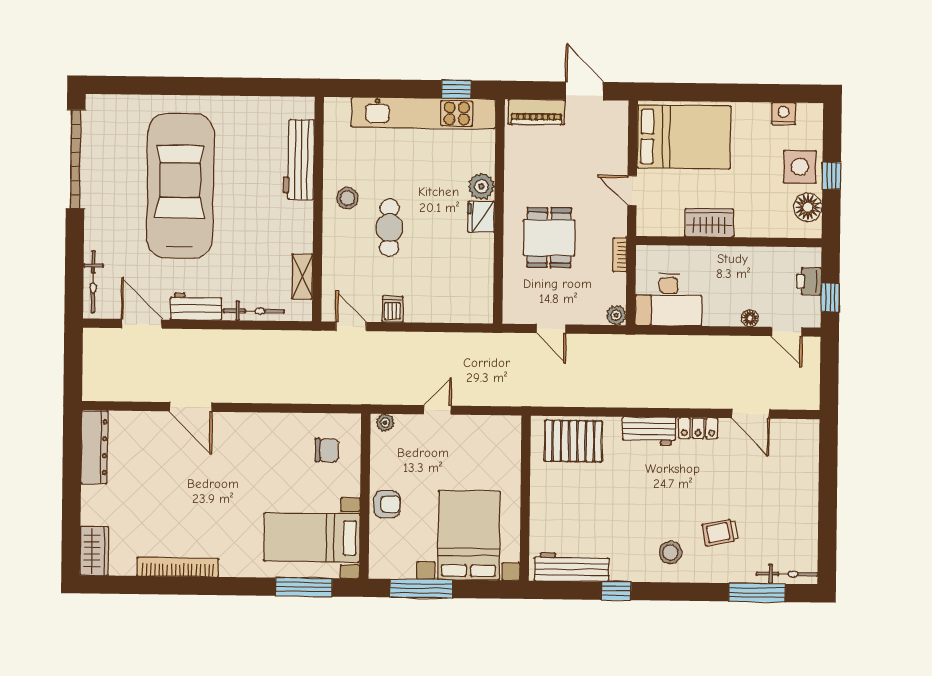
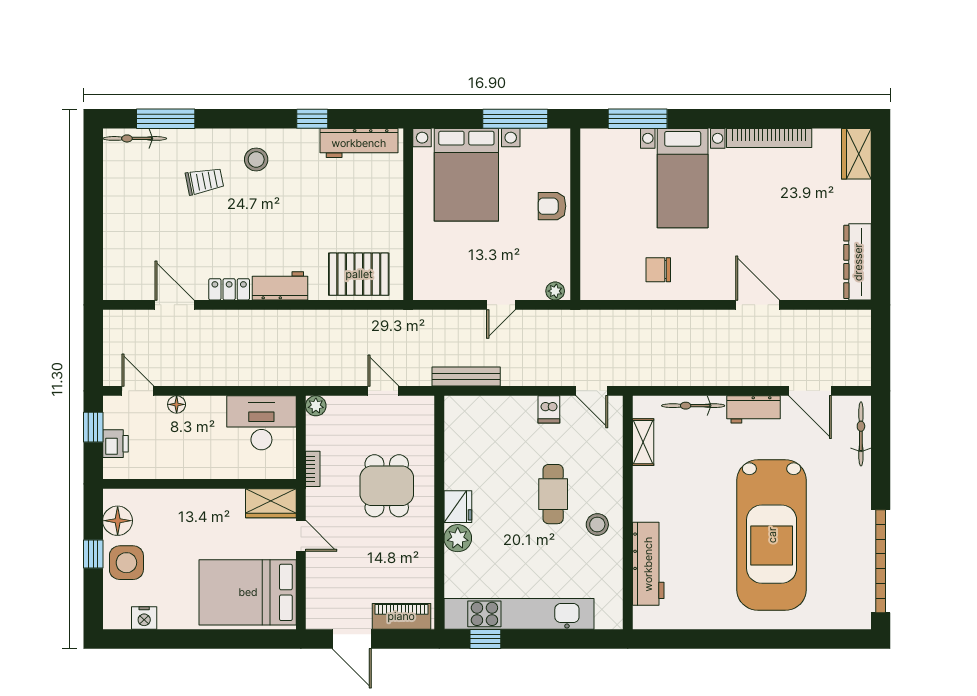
wardrobe: (709, 223) -> (271, 503), moved
bench: (471, 342) -> (466, 377), added
chair: (327, 450) -> (658, 270), moved
bed with nightstands: (312, 538) -> (683, 178), moved, turned 90

